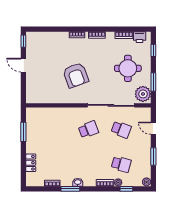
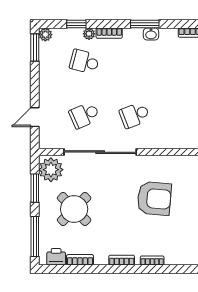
window: (153, 50) -> (35, 236), width x2.17
round table: (128, 68) -> (74, 209), turned 45
armchair: (76, 75) -> (154, 199), turned 115
door: (153, 128) -> (35, 117), swing flipped
school desk: (121, 129) -> (84, 115), turned -45
window: (153, 157) -> (35, 48), moved
window: (70, 189) -> (145, 24), moved

